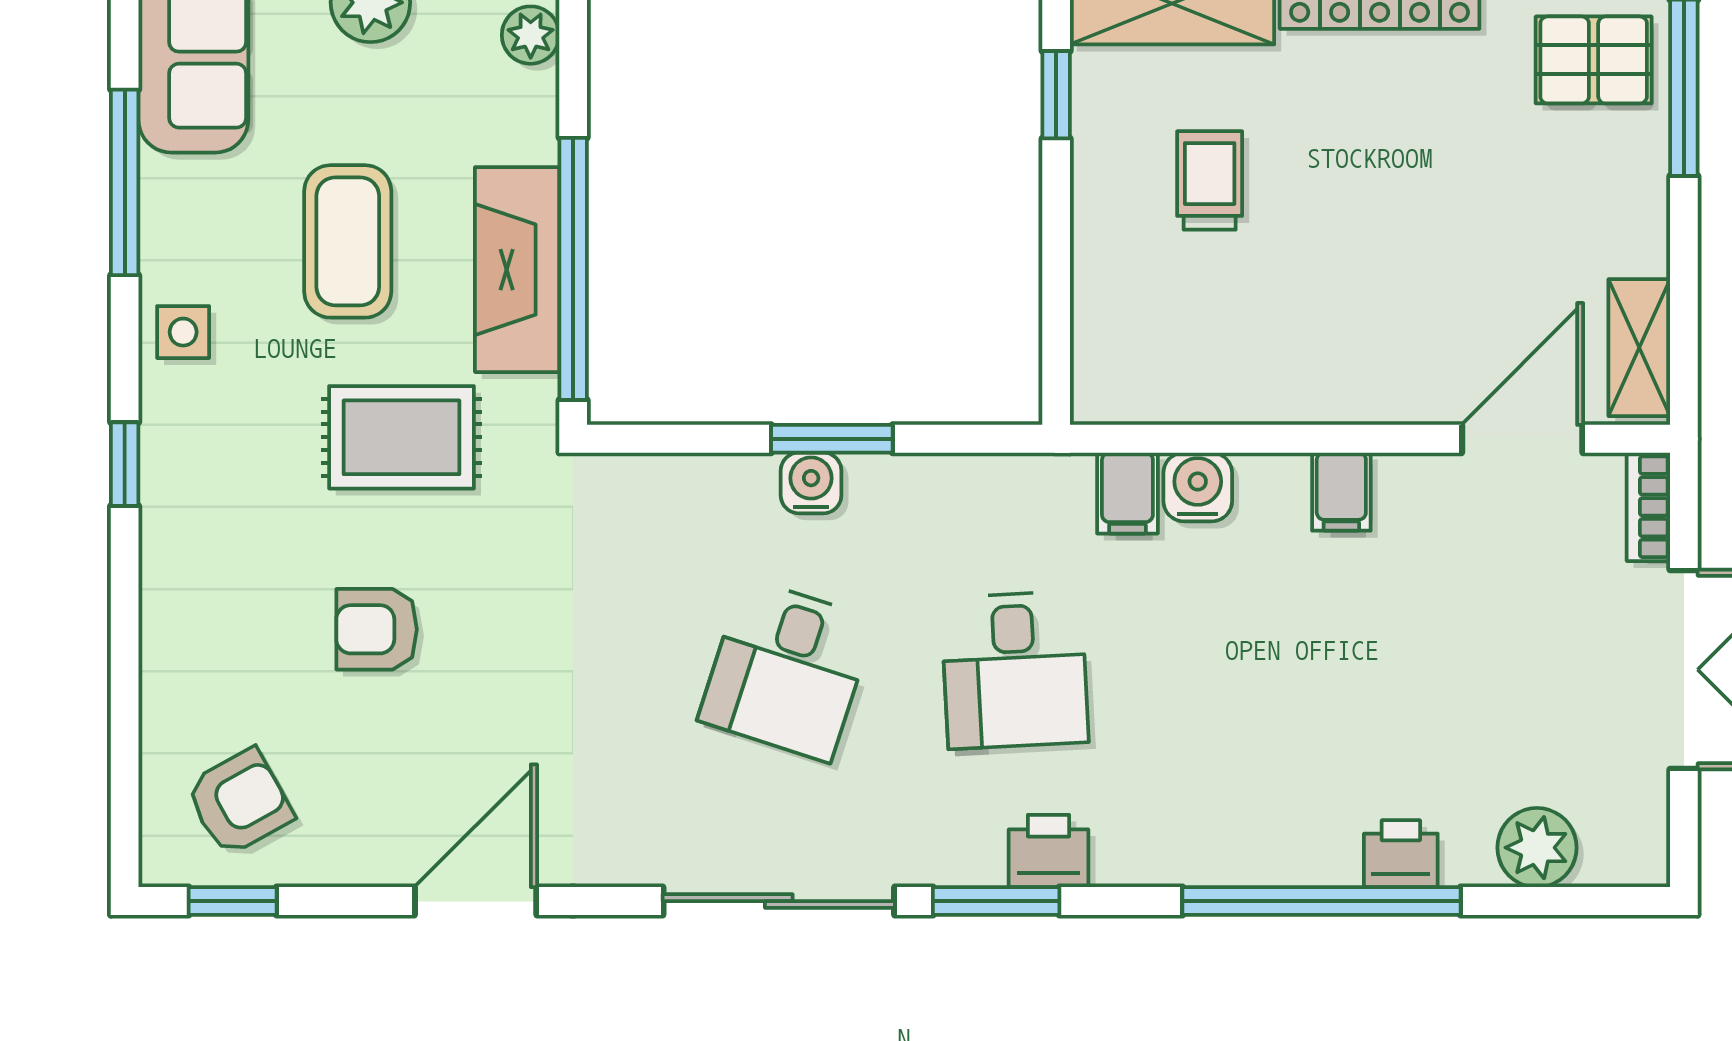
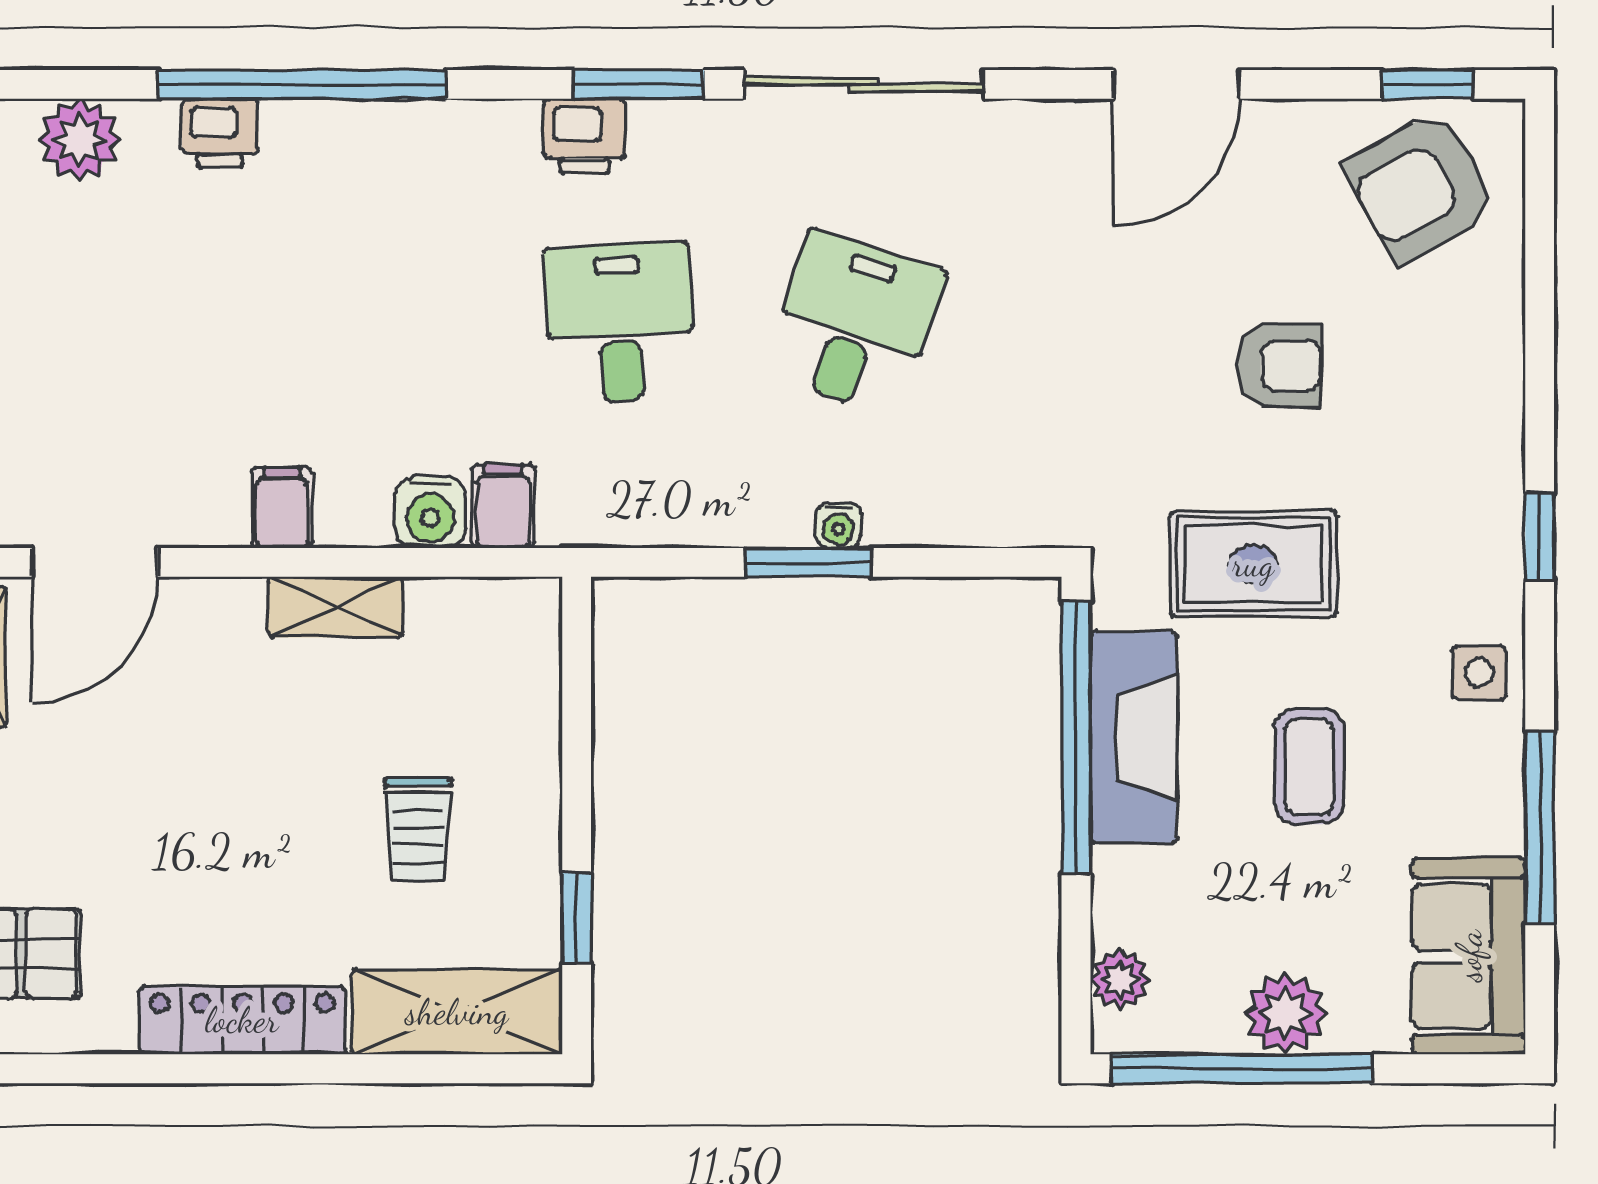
coffee table: (348, 241) -> (1309, 766), width x0.73, depth x0.77
shelving: (1289, 396) -> (336, 607), added
water cooler: (811, 483) -> (839, 525), width x0.72, depth x0.72
armchair: (239, 802) -> (1421, 187), width x1.38, depth x1.38

